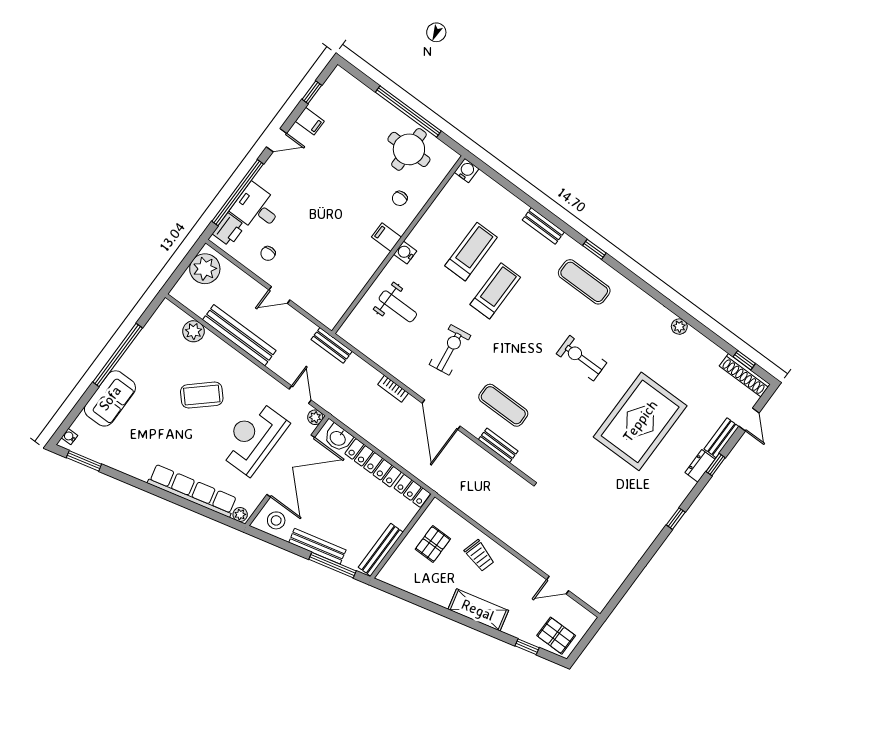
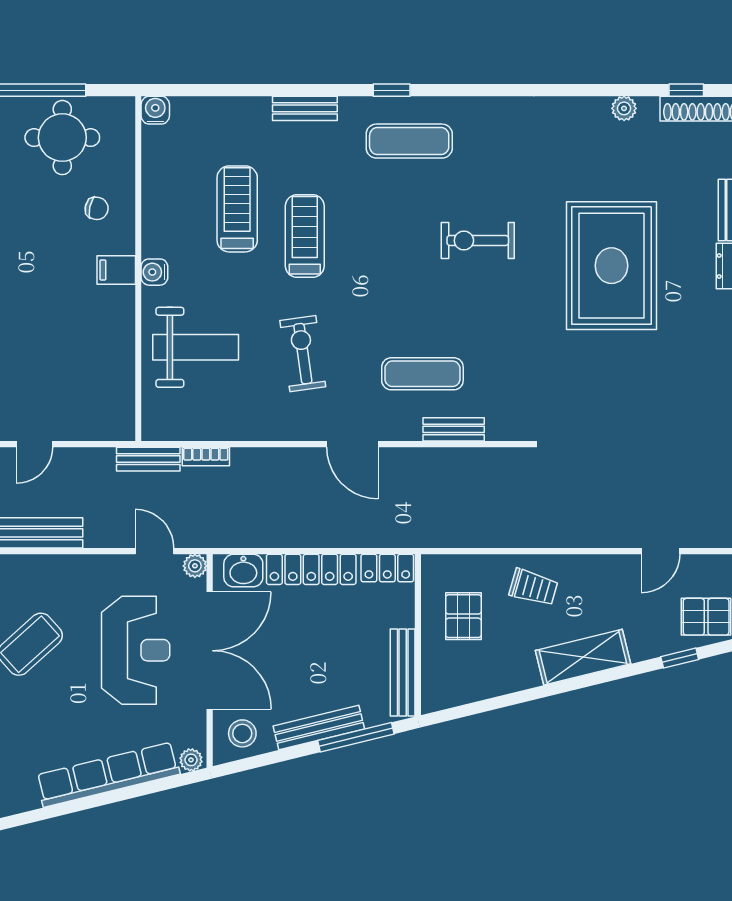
chair: (400, 198) -> (97, 208), turned -78
weight bench: (398, 306) -> (196, 347), width x1.36, depth x1.33
plant: (679, 327) -> (624, 108), moved
bookcase: (393, 389) -> (206, 456), moved
door: (441, 415) -> (352, 444), width x0.73
reception desk: (253, 438) -> (136, 650), turned 180

